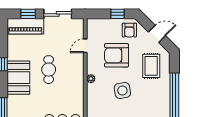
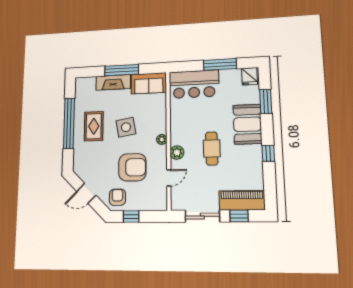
rug: (151, 66) -> (94, 126), moved
plant: (78, 67) -> (177, 153), added
booth: (18, 78) -> (247, 124), moved

